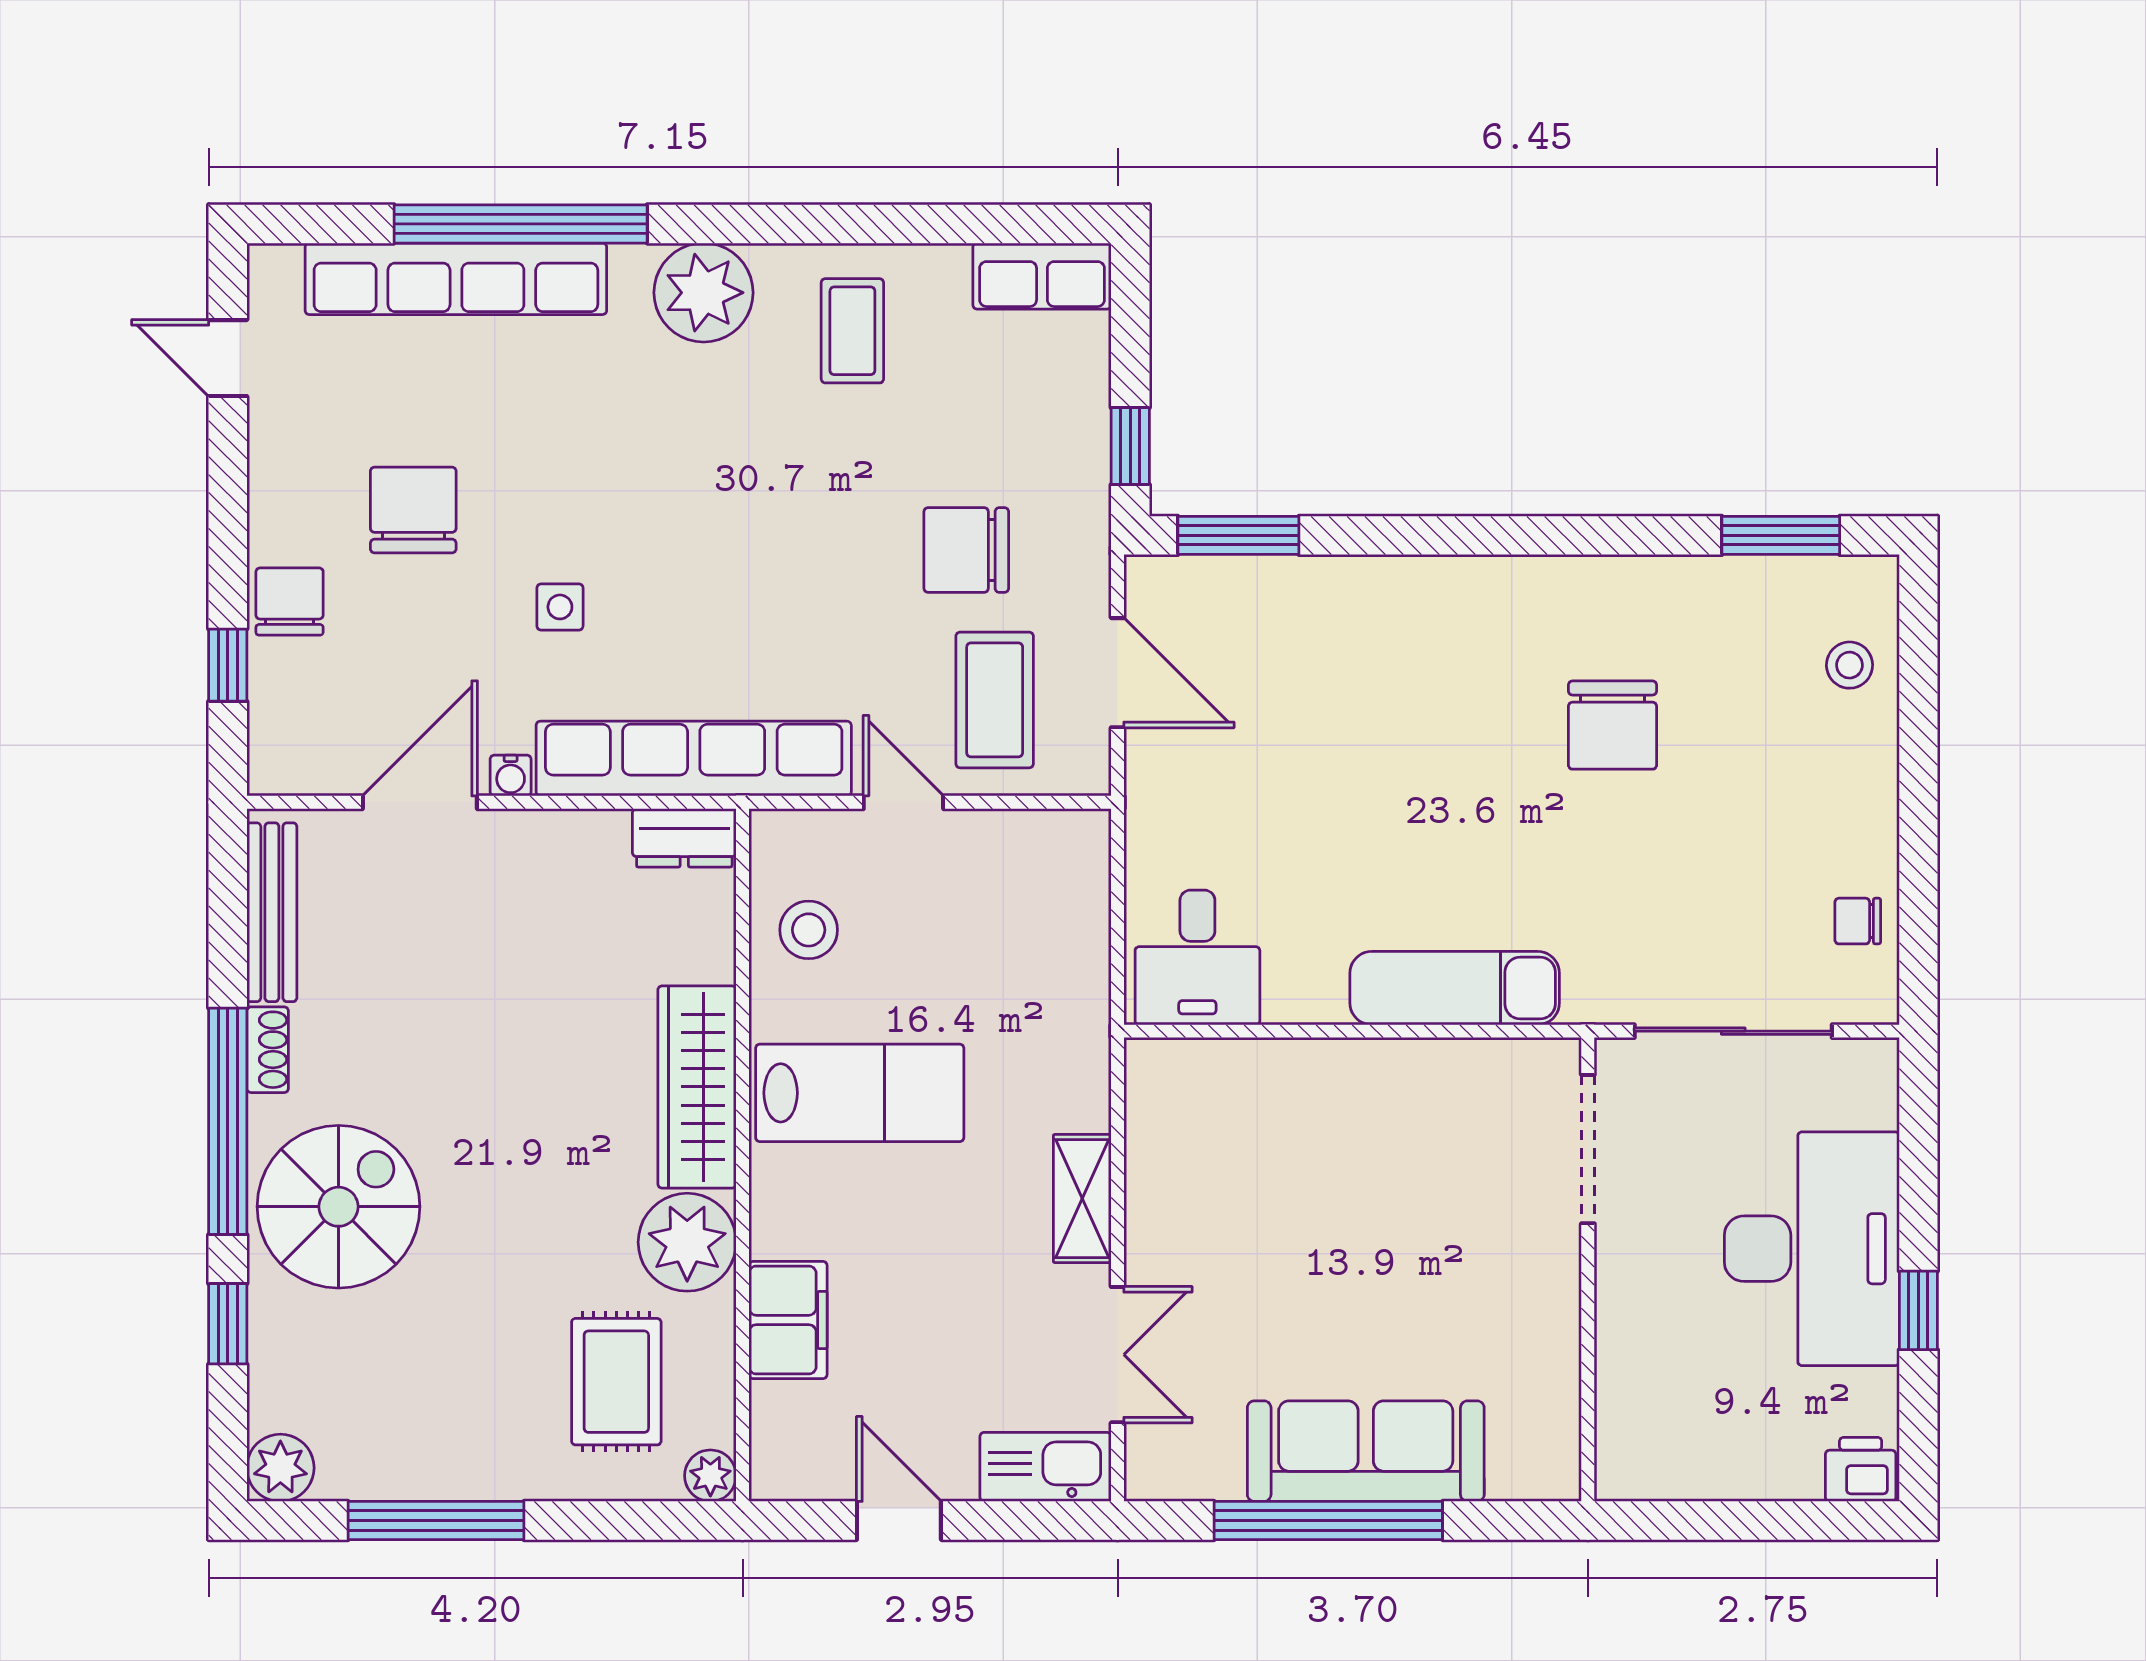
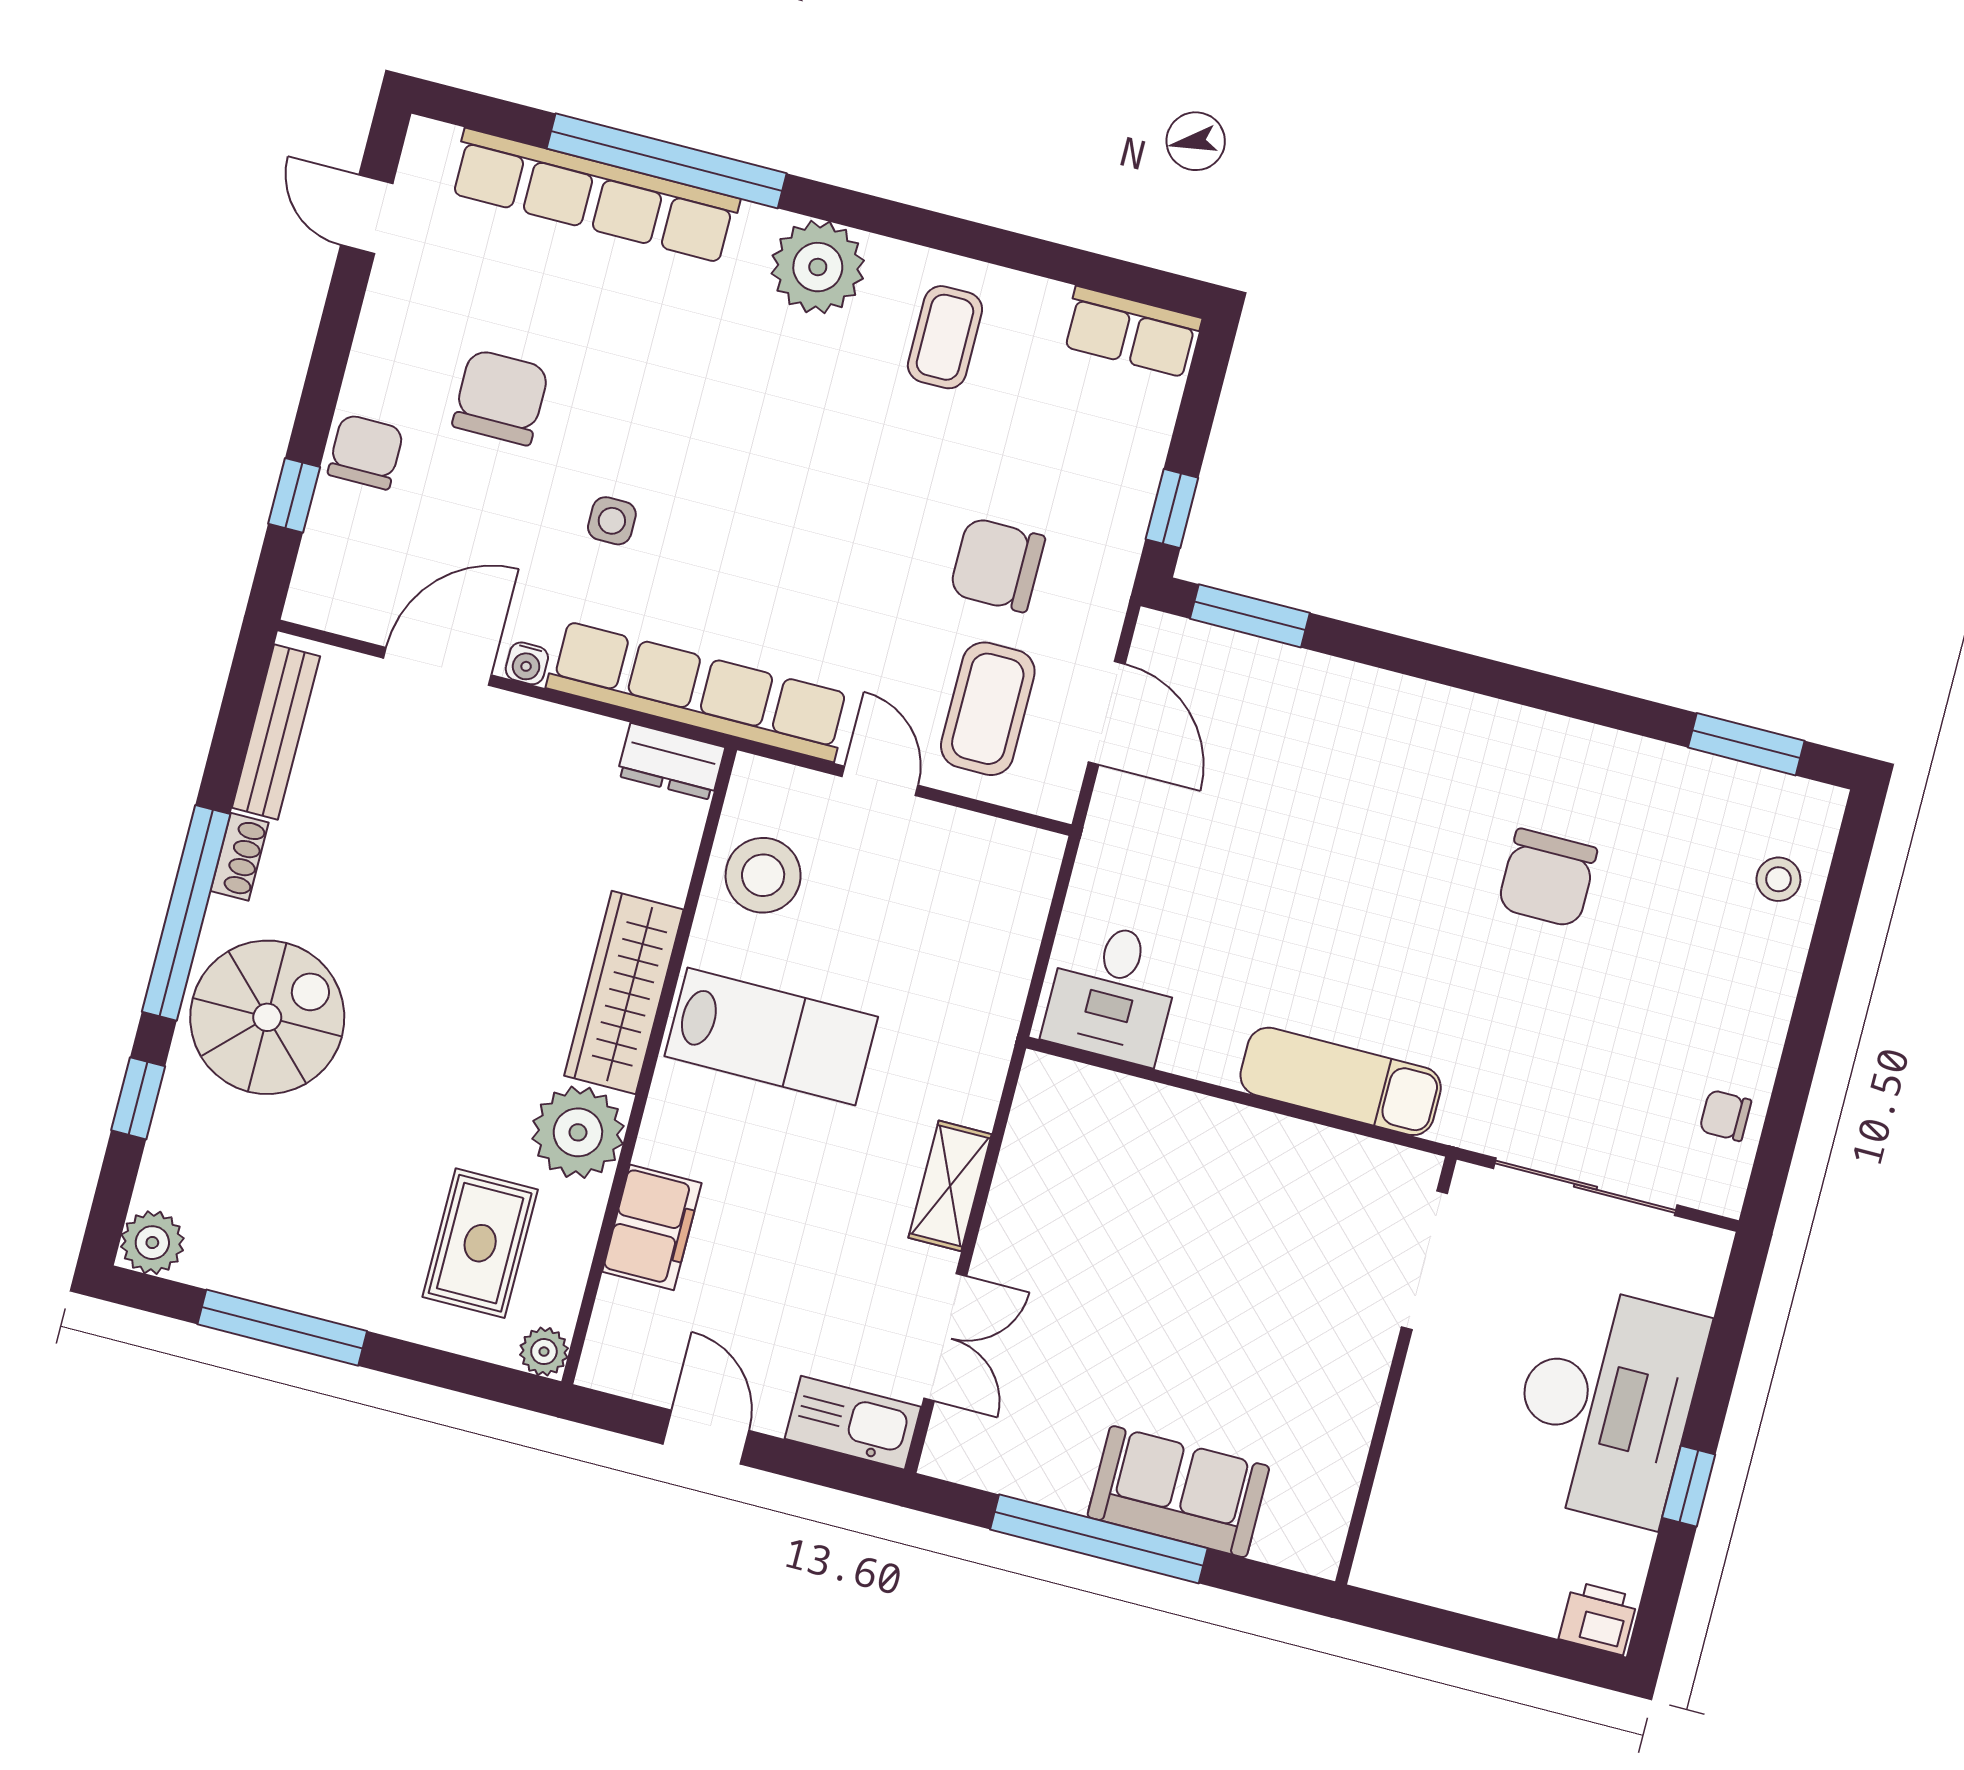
stool: (809, 930) -> (763, 875), width x1.38, depth x1.38
sofa: (1366, 1451) -> (1178, 1492), width x0.73

